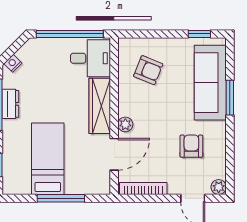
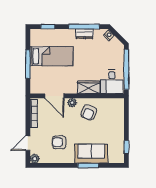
armchair: (148, 70) -> (89, 112), moved
sofa: (210, 83) -> (91, 154), width x0.73
wardrobe: (100, 106) -> (89, 87), width x0.67
armchair: (191, 146) -> (59, 142), turned 180

